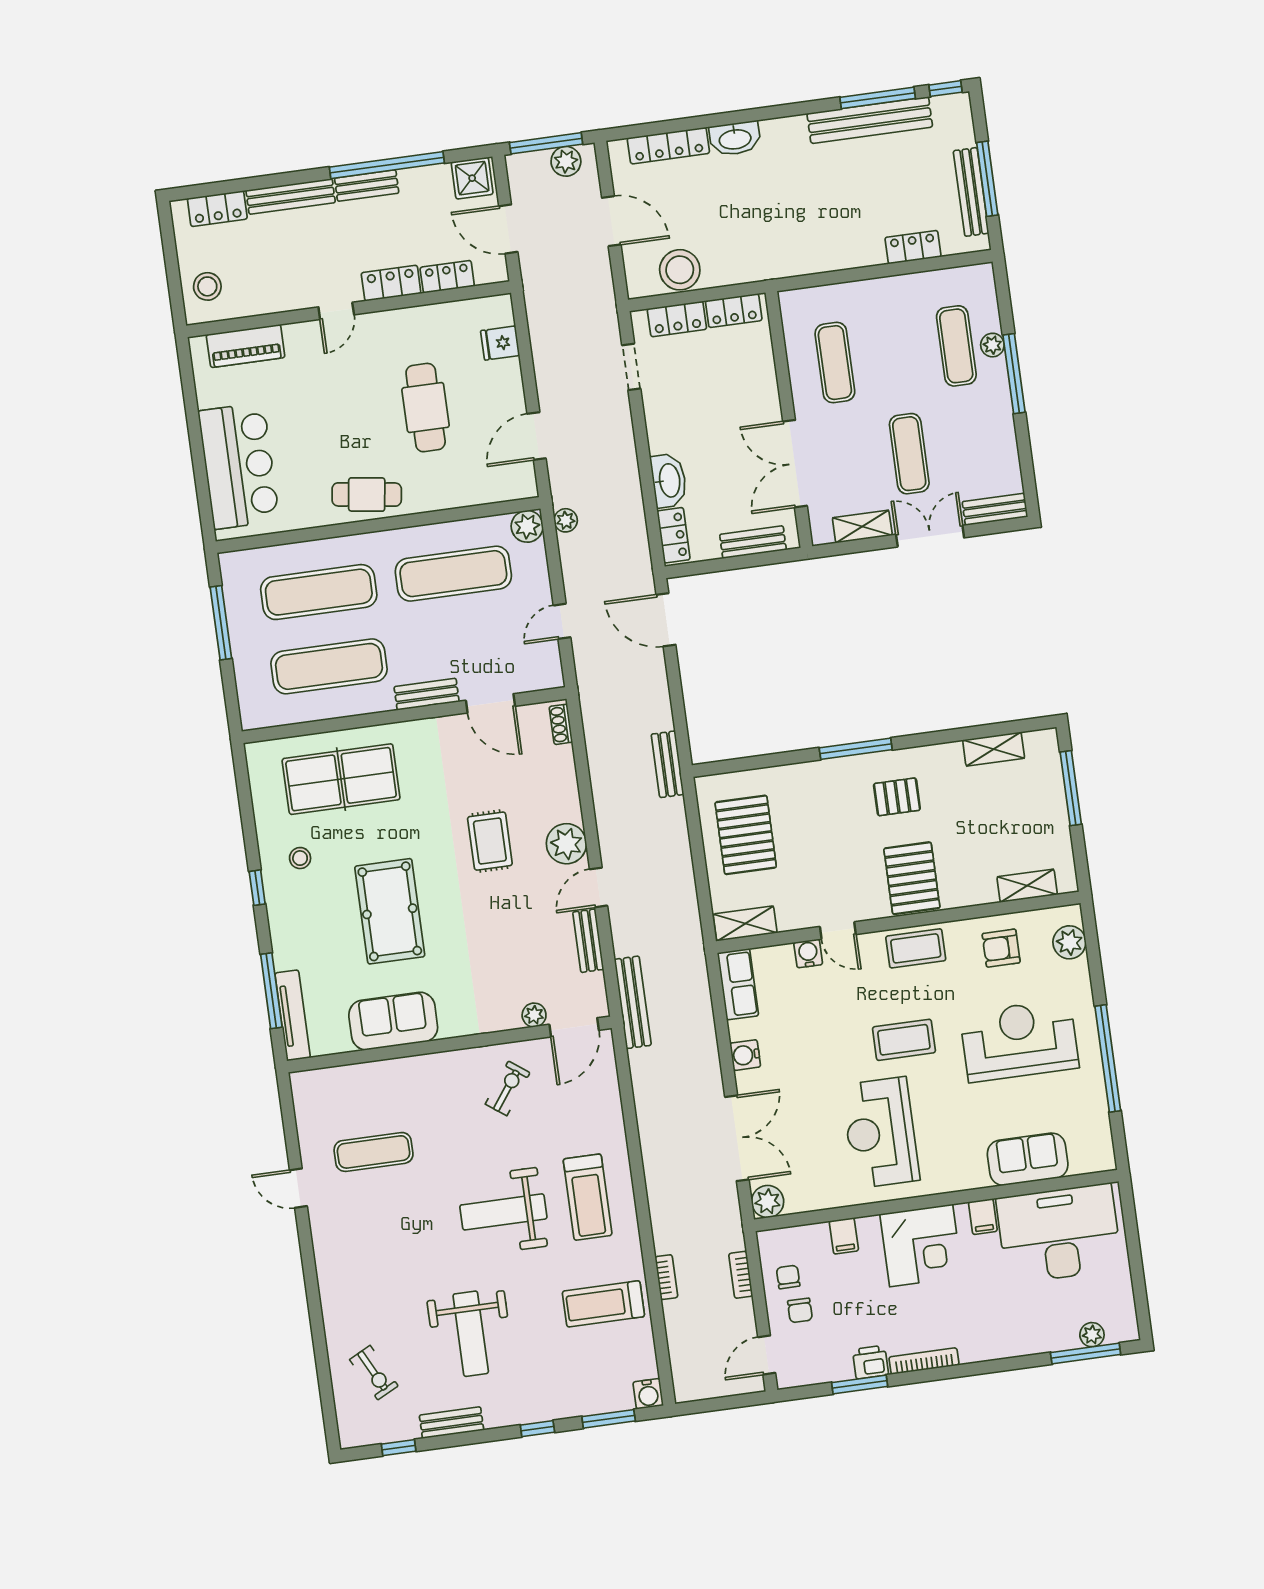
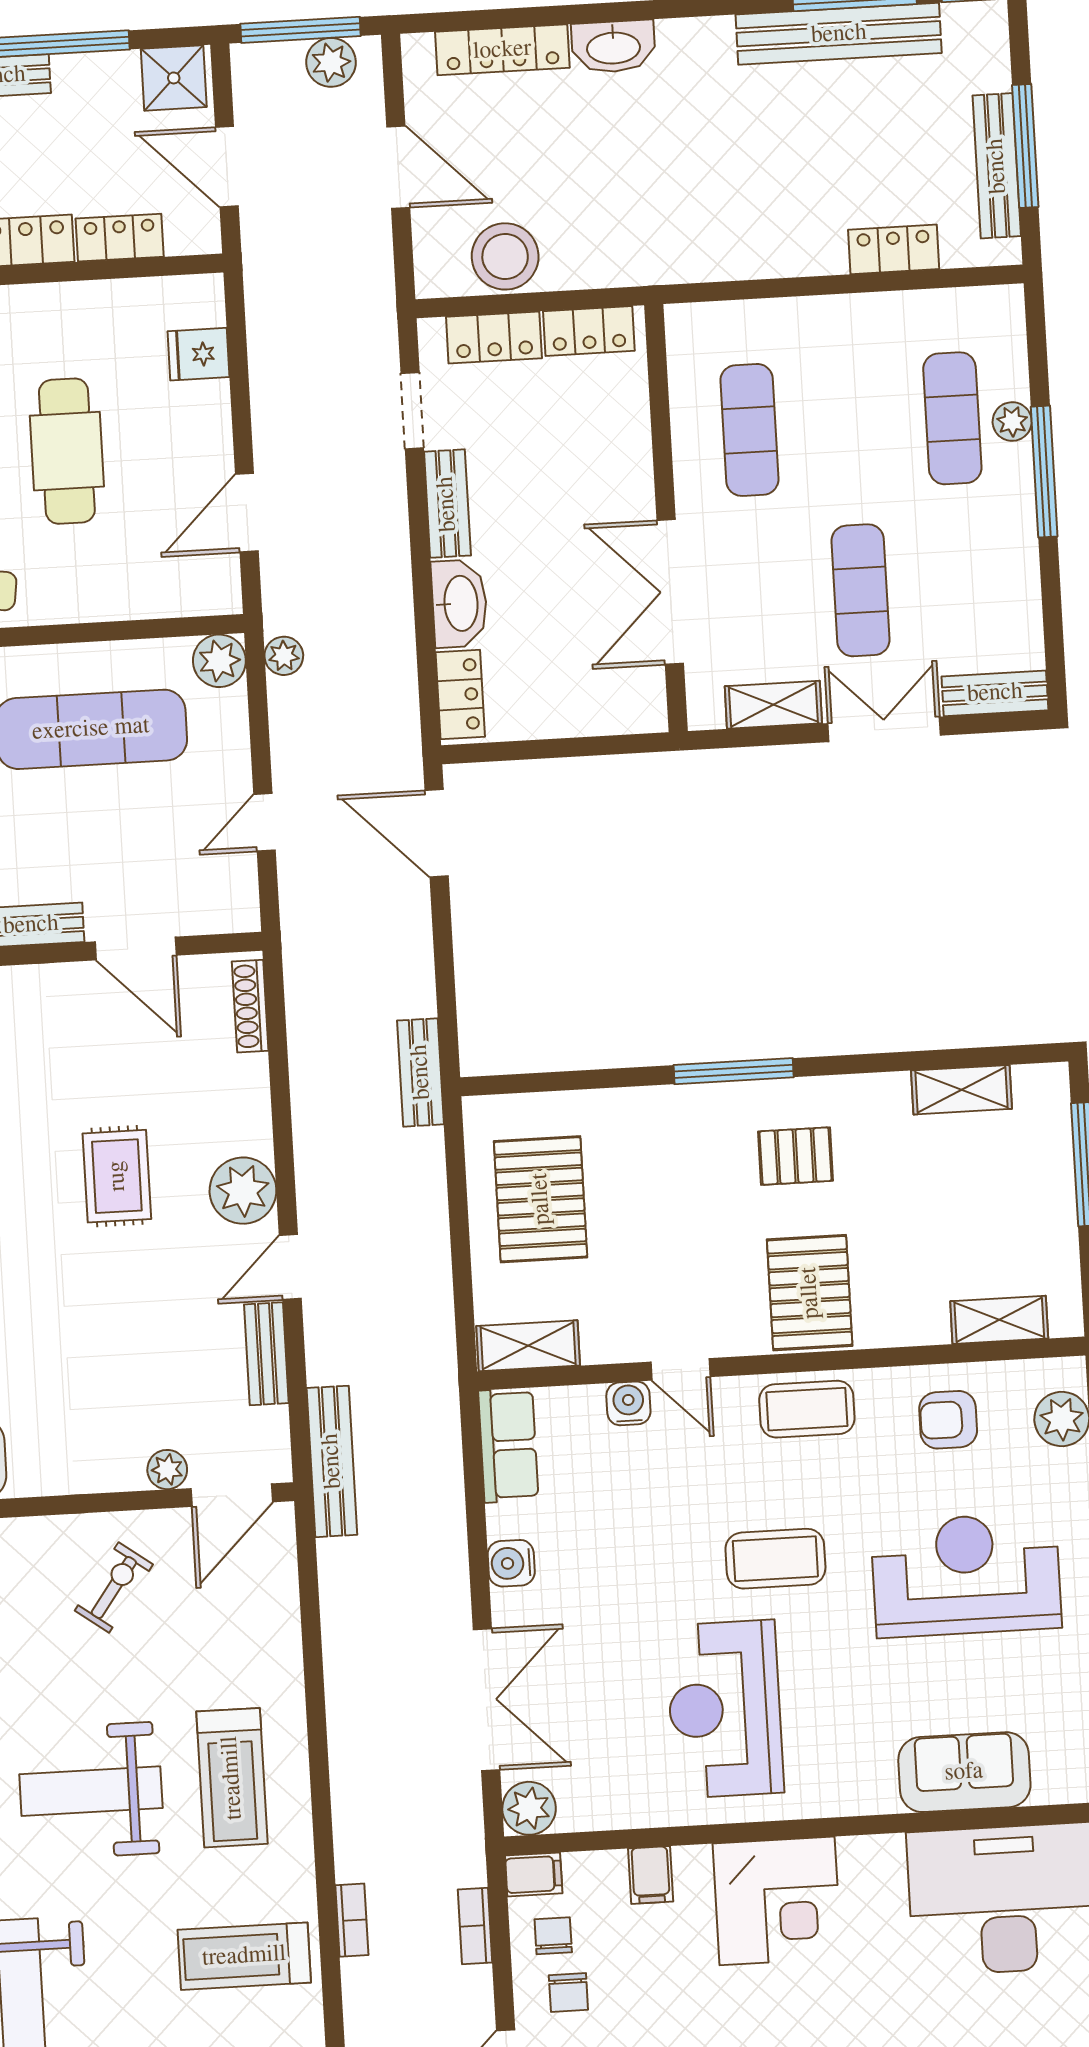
bench: (753, 542) -> (447, 504), moved, turned 90
shoe rack: (561, 724) -> (250, 1006), width x1.43
filing cabinet: (983, 1217) -> (534, 1874), moved, turned -90

